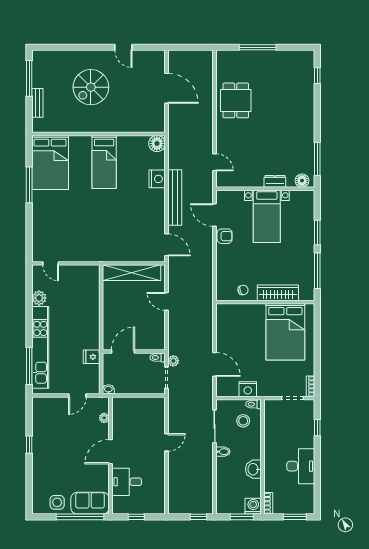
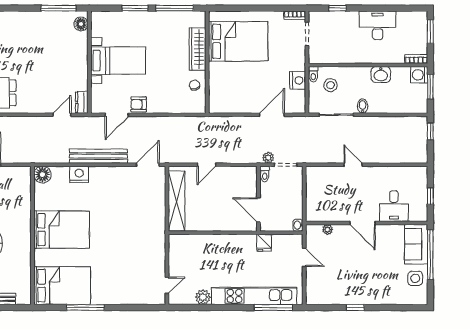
bed: (104, 162) -> (62, 230), width x1.50
dresser: (275, 181) -> (82, 102), moved
armchair: (225, 236) -> (139, 104), turned -90

